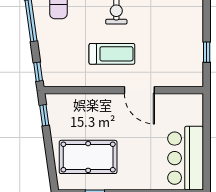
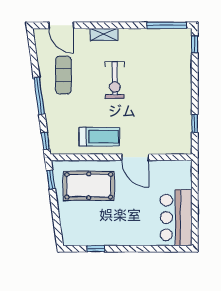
treadmill: (112, 54) -> (100, 137), moved
pool table: (88, 157) -> (89, 186), moved

